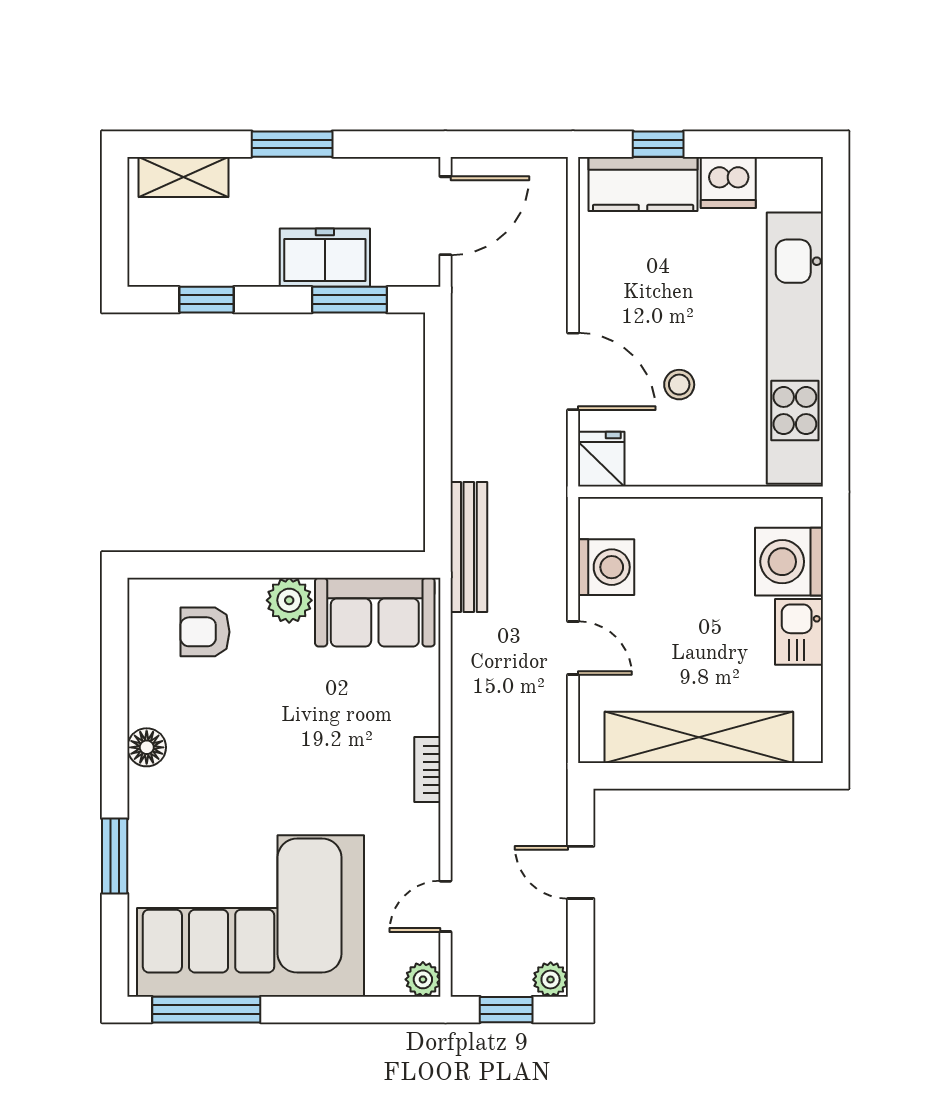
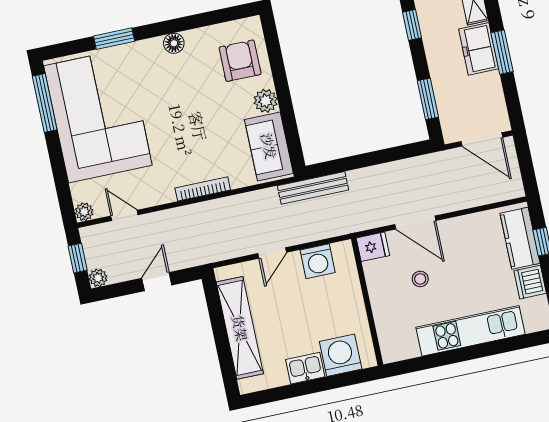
freezer: (325, 258) -> (479, 49), moved, turned 180
kitchen unit: (795, 348) -> (471, 331), width x0.73
door: (573, 371) -> (415, 222), hinge flipped
armchair: (205, 632) -> (240, 61), width x1.38, depth x1.38
bookcase: (427, 770) -> (203, 189), width x1.56

